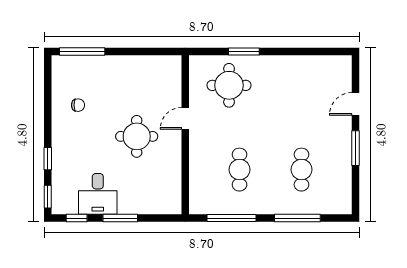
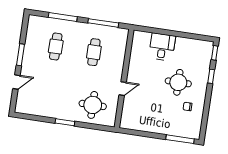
window: (244, 51) -> (65, 122), moved
round table: (137, 136) -> (178, 82), moved
desk: (98, 194) -> (162, 47), moved
window: (77, 218) -> (199, 37), removed
window: (120, 218) -> (172, 33), removed

